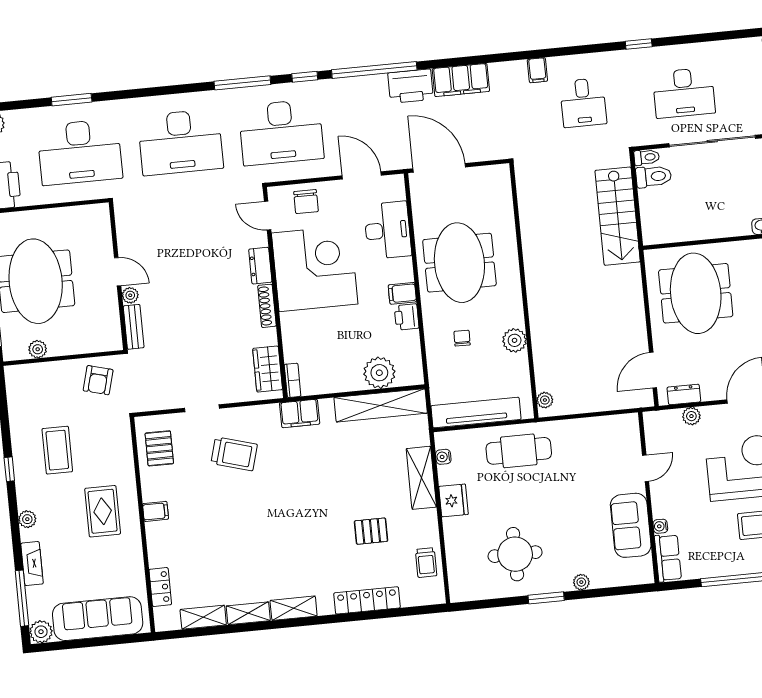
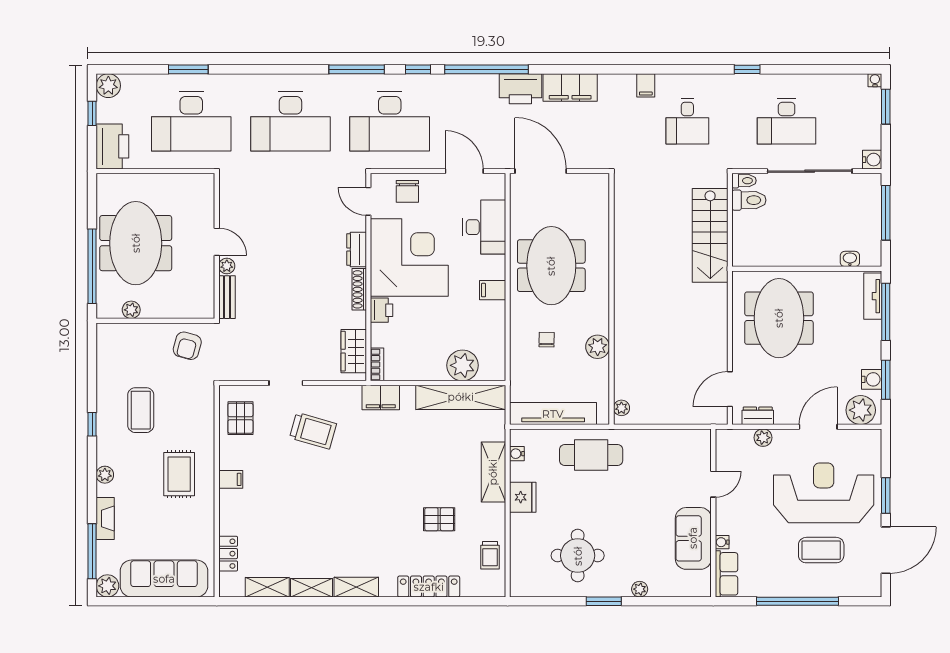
printer: (407, 317) -> (382, 310), moved, turned 180

